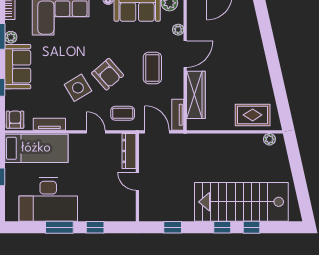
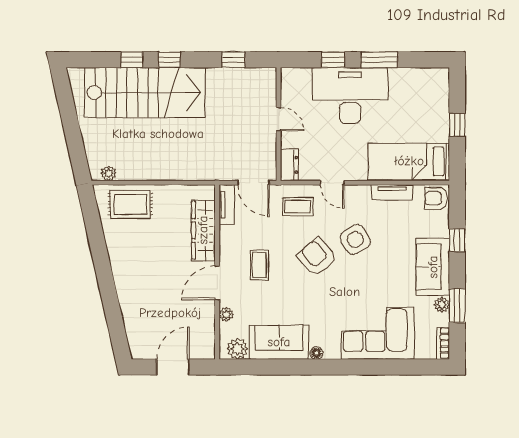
coffee table: (152, 68) -> (259, 265), width x0.73, depth x0.77
armchair: (15, 120) -> (436, 198), turned 90
dresser: (129, 151) -> (289, 165), width x0.70
desk: (48, 199) -> (350, 96), moved

